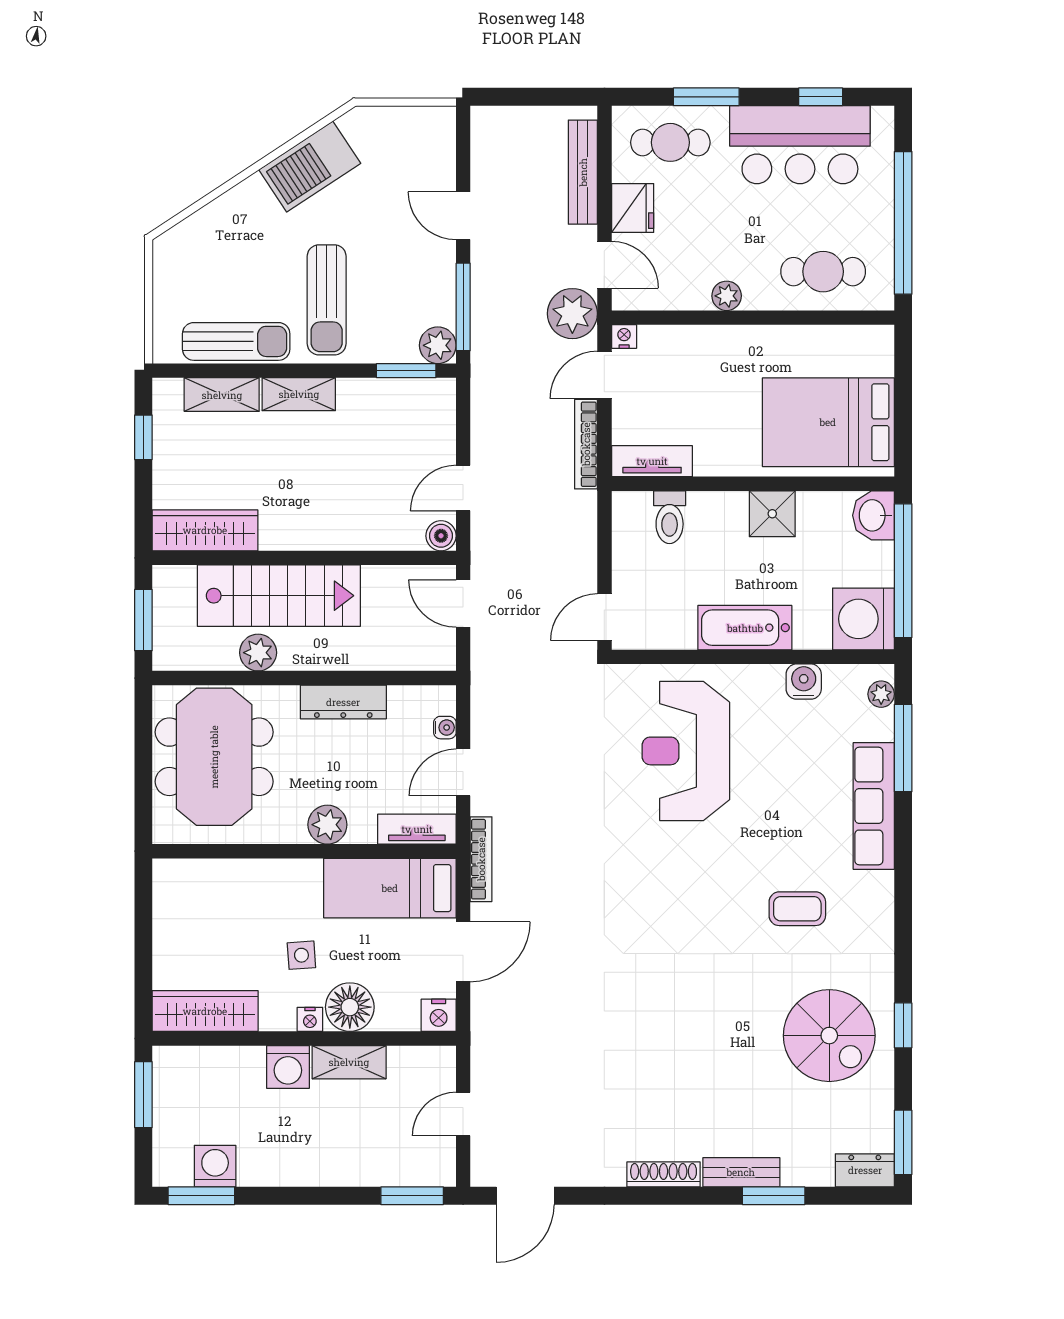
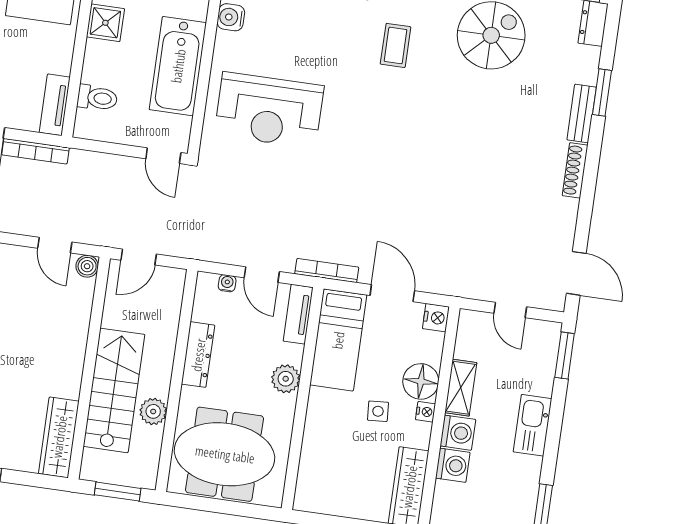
bathtub: (745, 628) -> (178, 66), width x1.36, depth x1.36
washing machine: (215, 1166) -> (453, 465), moved, turned 180
kitchen sink: (312, 1166) -> (533, 425), added

